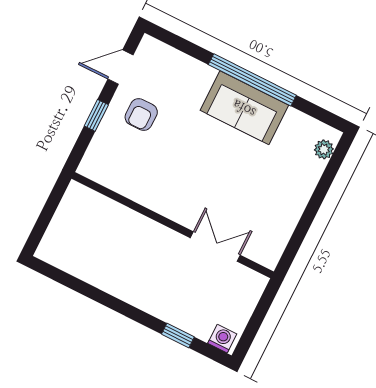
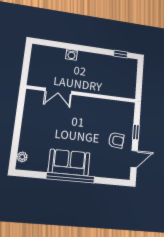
armchair: (141, 114) -> (116, 140), turned 96
window: (178, 335) -> (121, 54), moved
washing machine: (222, 339) -> (72, 55), moved

